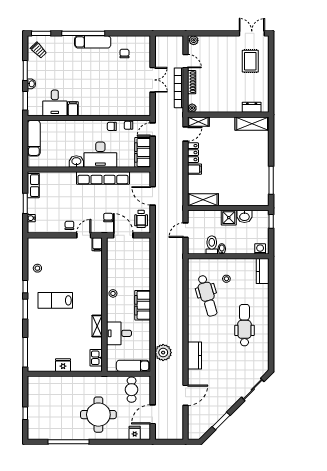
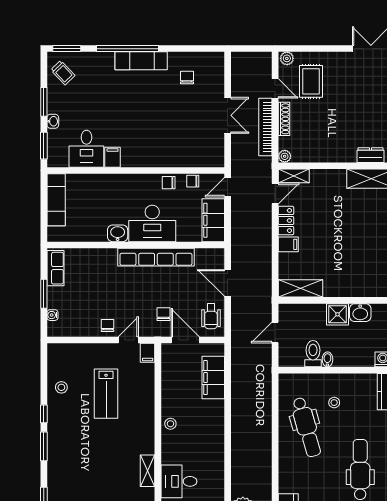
rug: (250, 61) -> (311, 81), moved
lab bench: (55, 300) -> (106, 394), moved, turned -90
filing cabinet: (143, 305) -> (213, 378), moved

